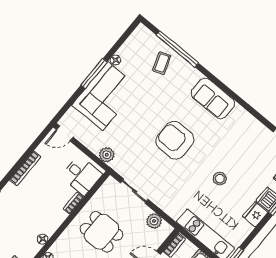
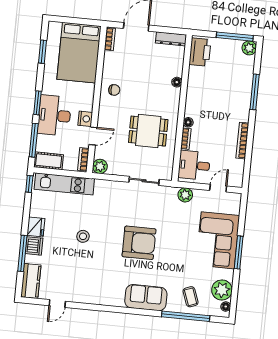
plant: (131, 51) -> (222, 290), added
floor lamp: (115, 60) -> (226, 306), moved
sofa: (213, 98) -> (146, 298), moved
door: (65, 133) -> (218, 188), moved
plant: (154, 221) -> (100, 166), moved
floor lamp: (42, 239) -> (188, 122), moved

